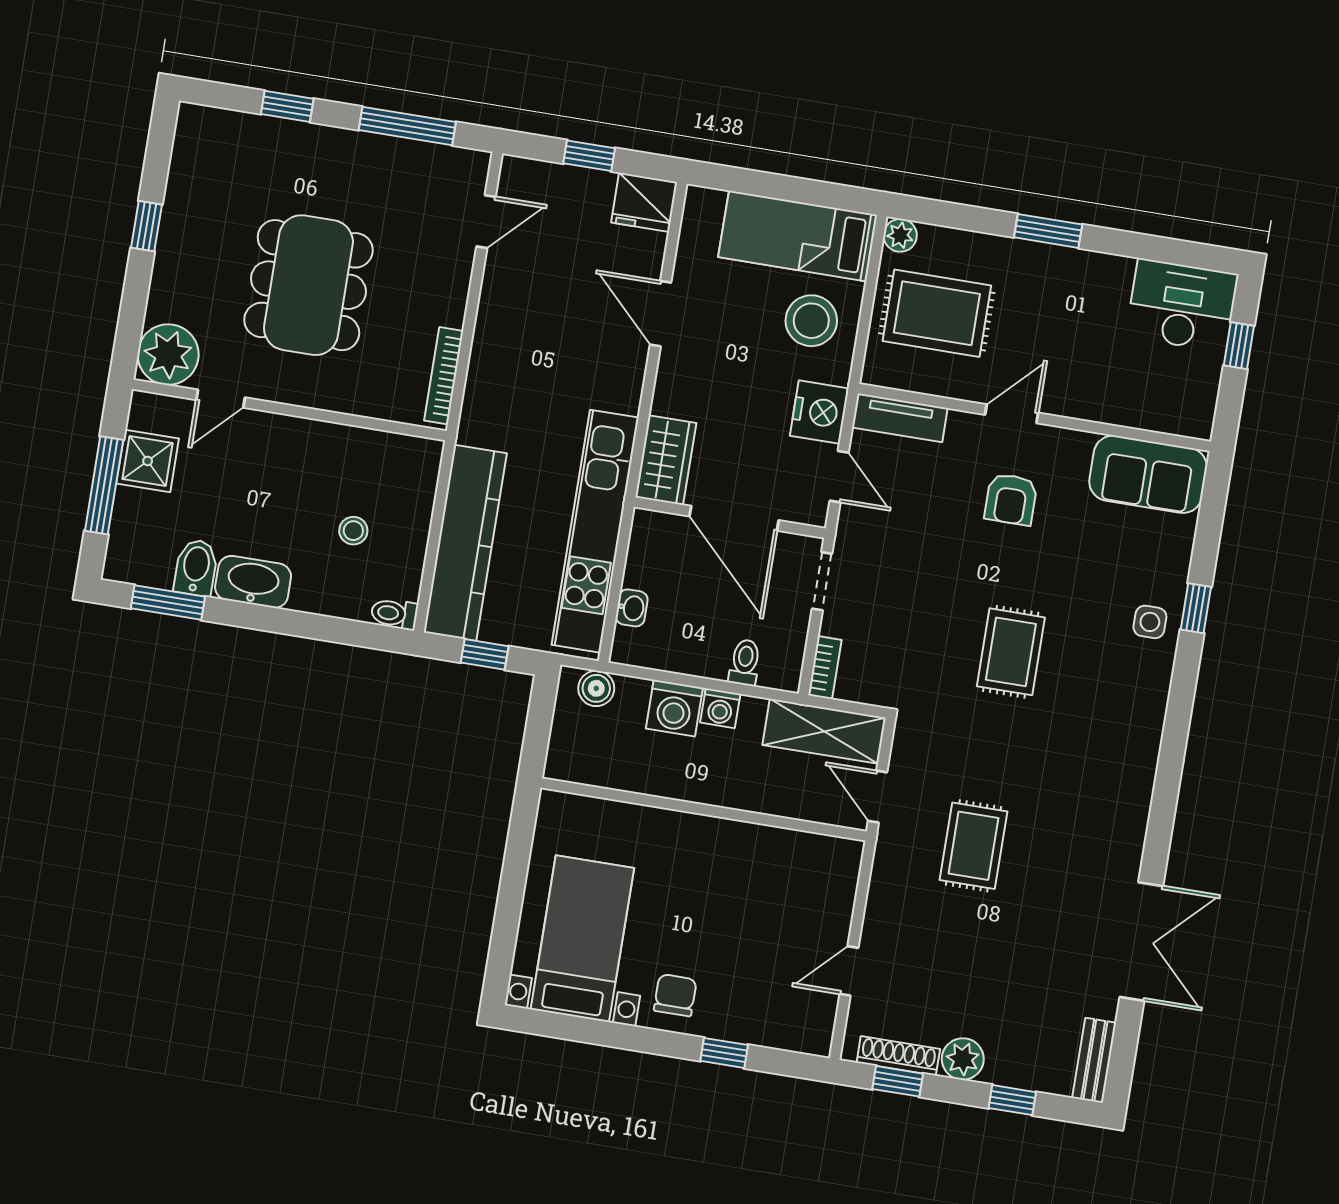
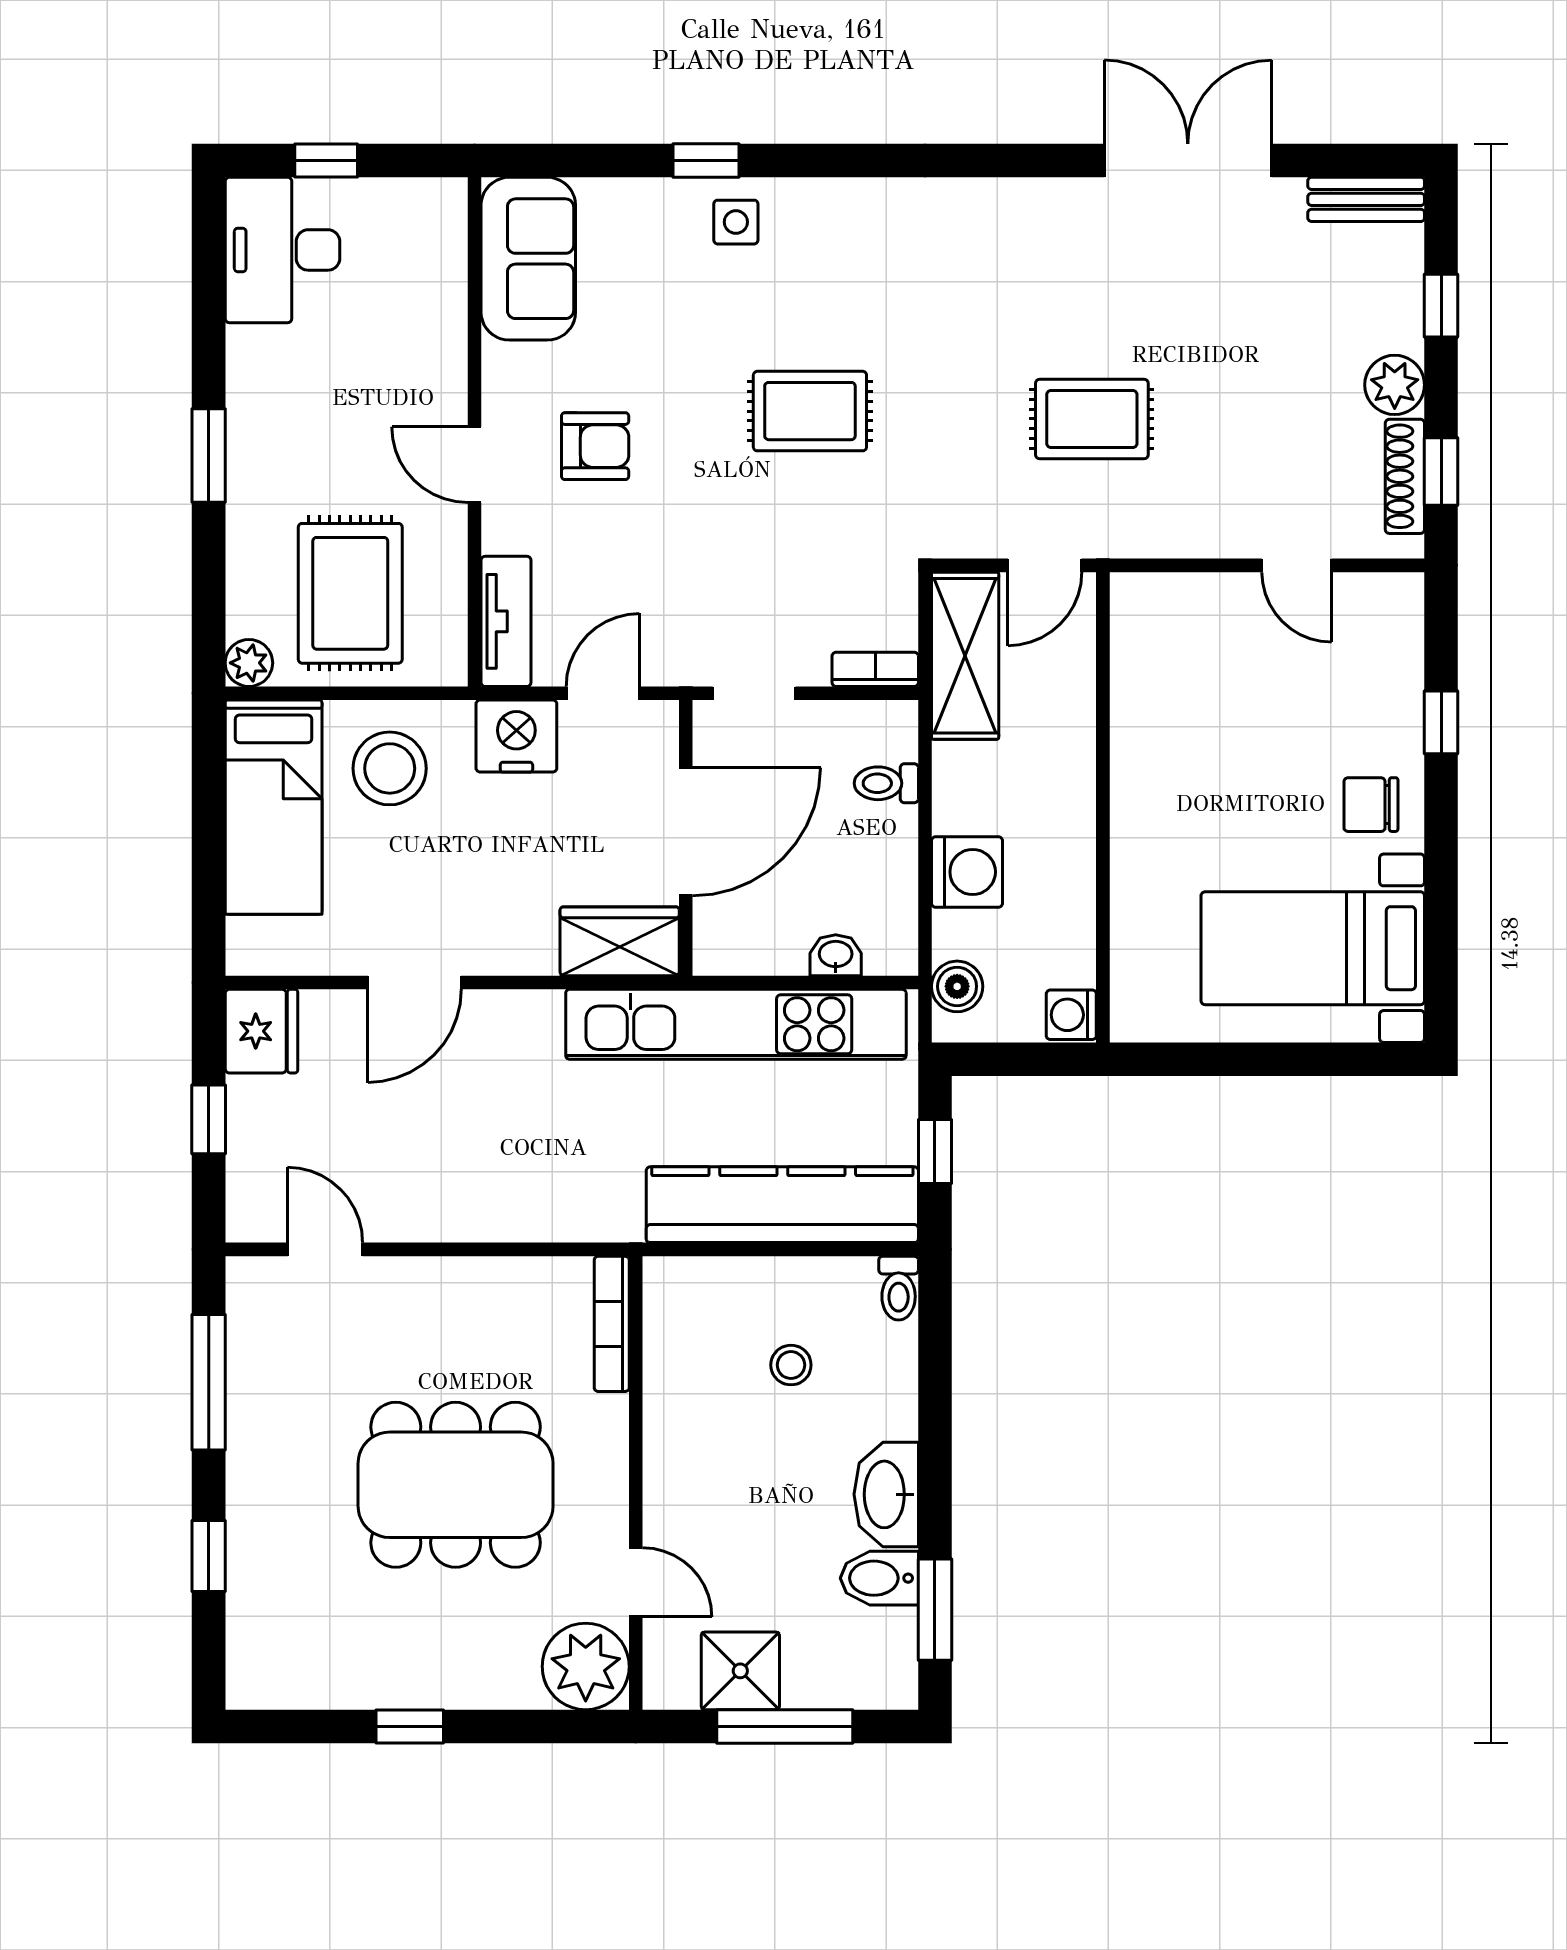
bookcase: (444, 376) -> (612, 1324), moved, turned 90
washing machine: (720, 708) -> (1071, 1015), moved, turned 180

